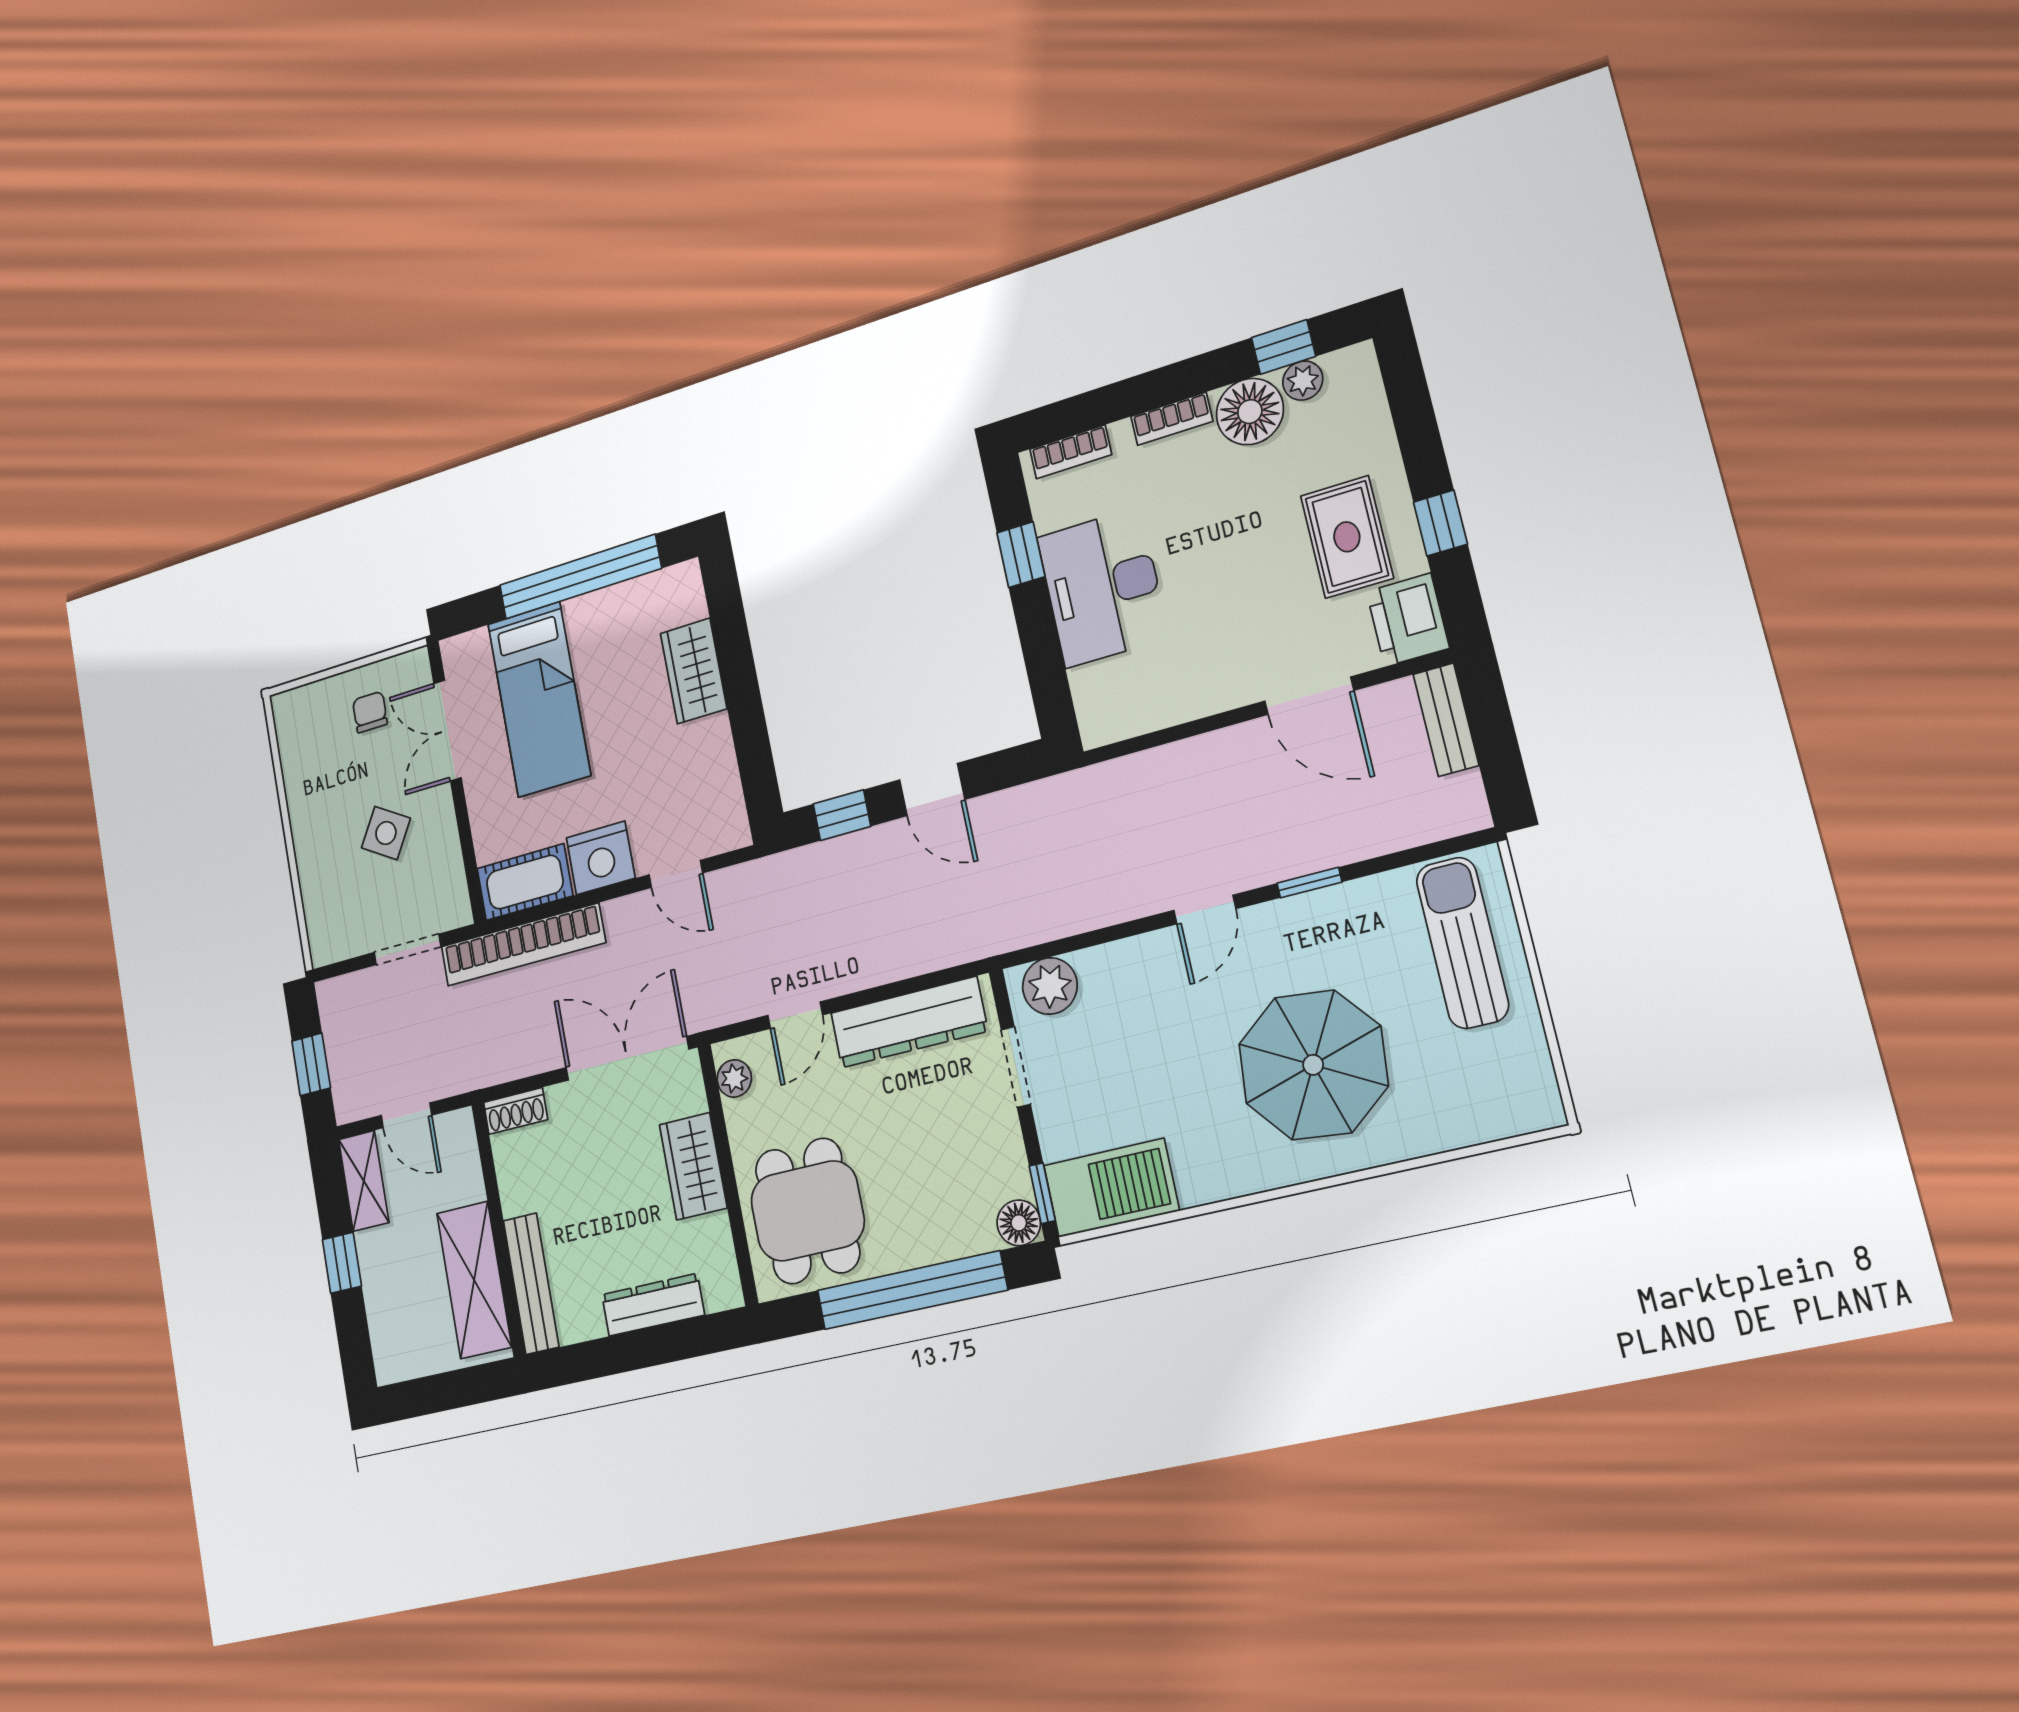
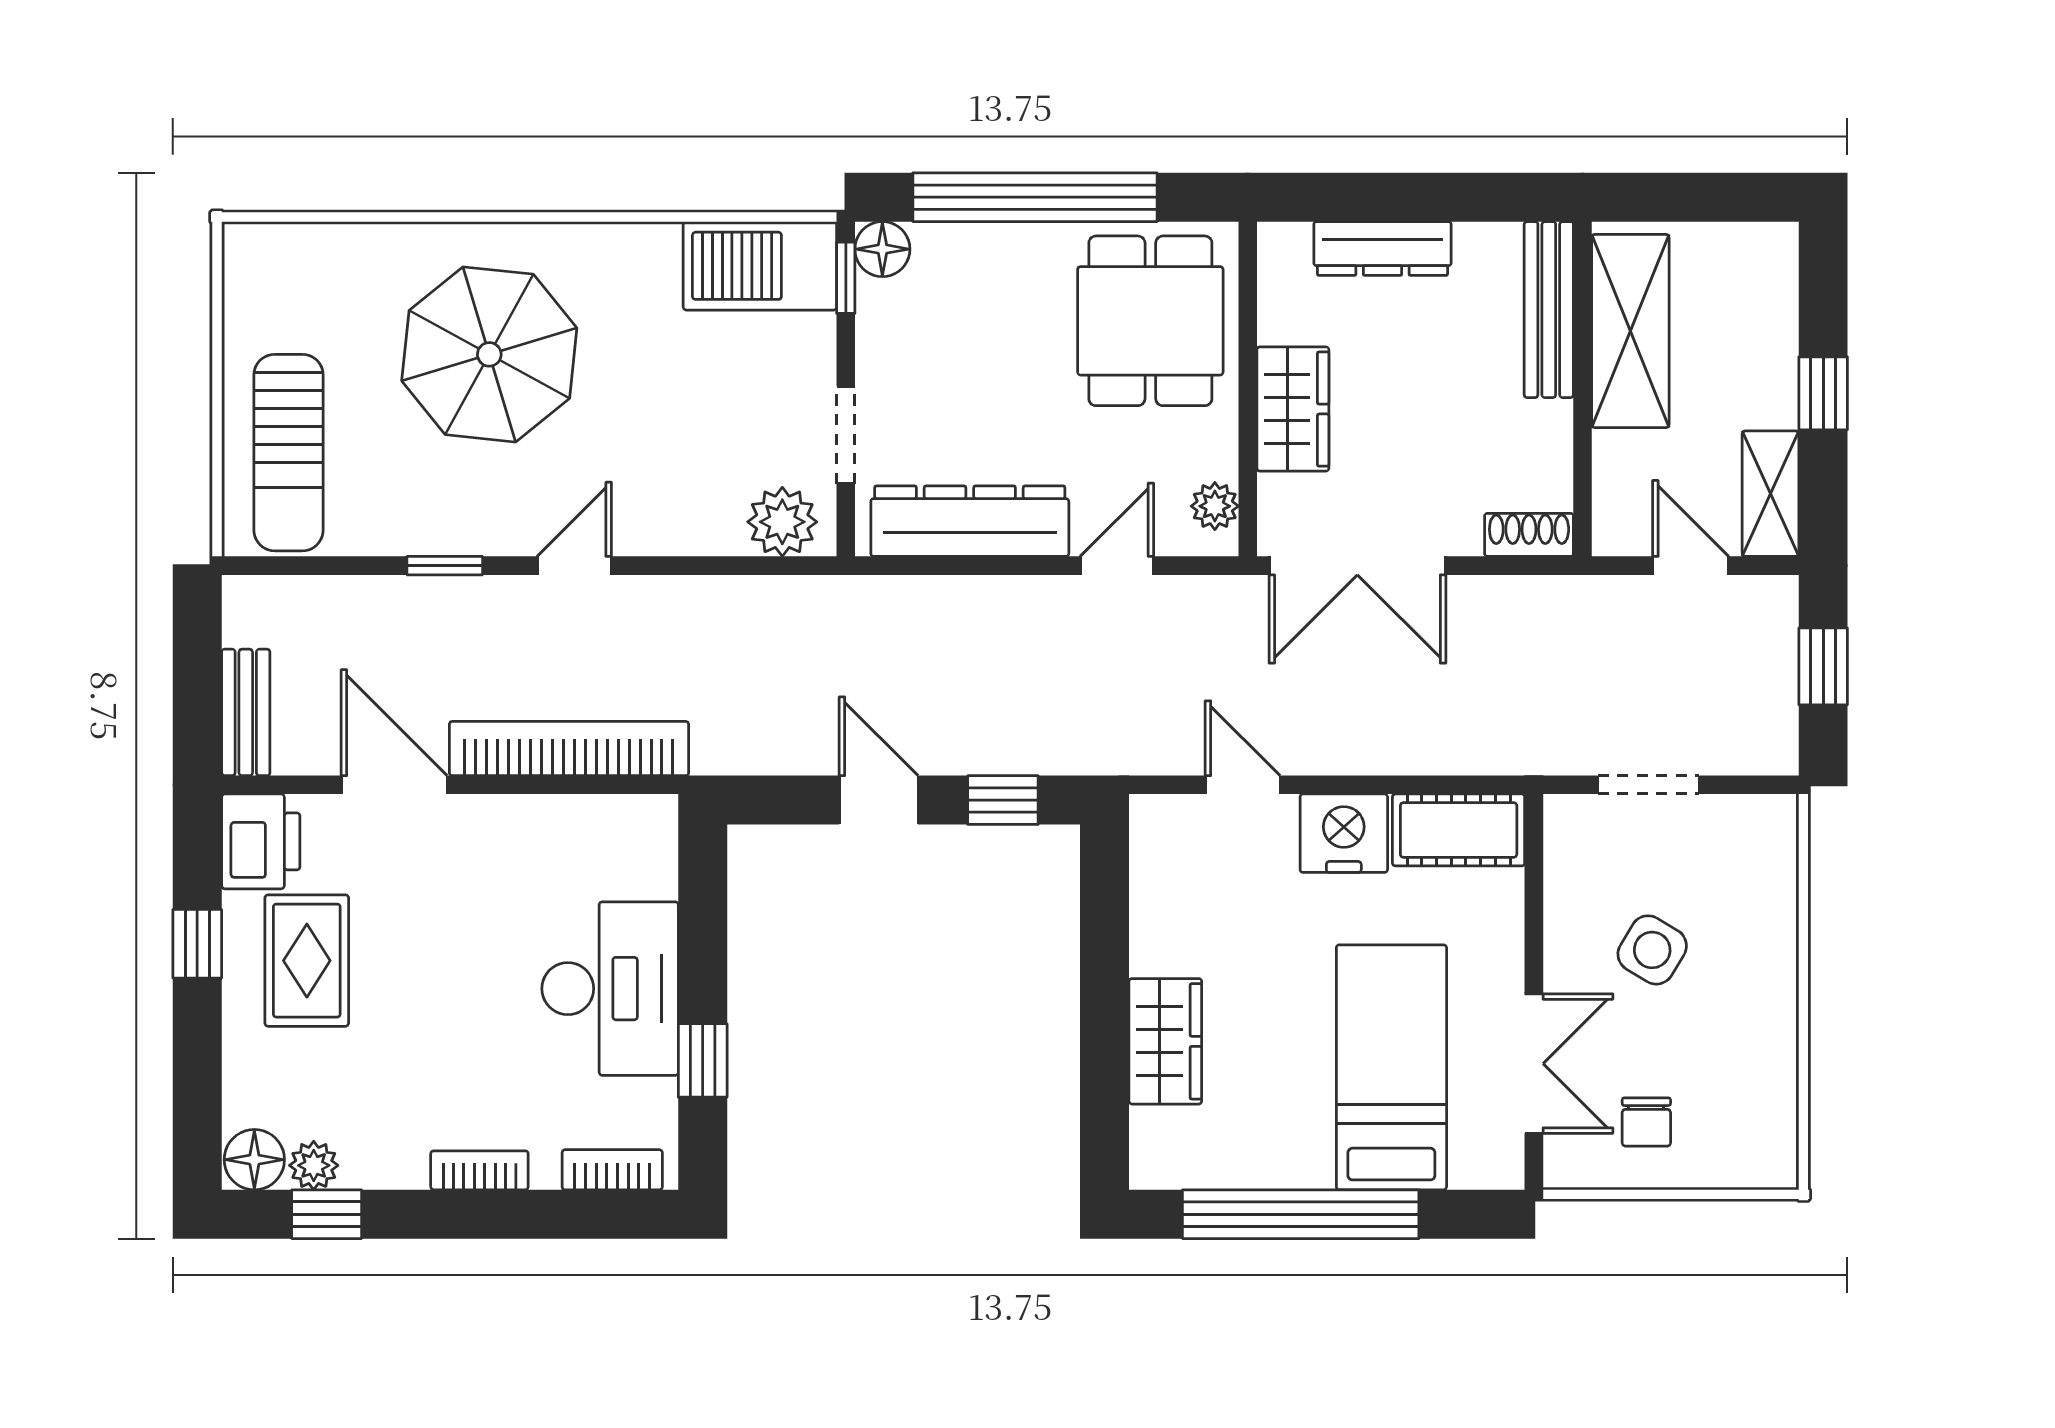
floor lamp: (1250, 412) -> (254, 1160), moved, width x0.73, depth x0.73
bookcase: (523, 945) -> (569, 749), moved

